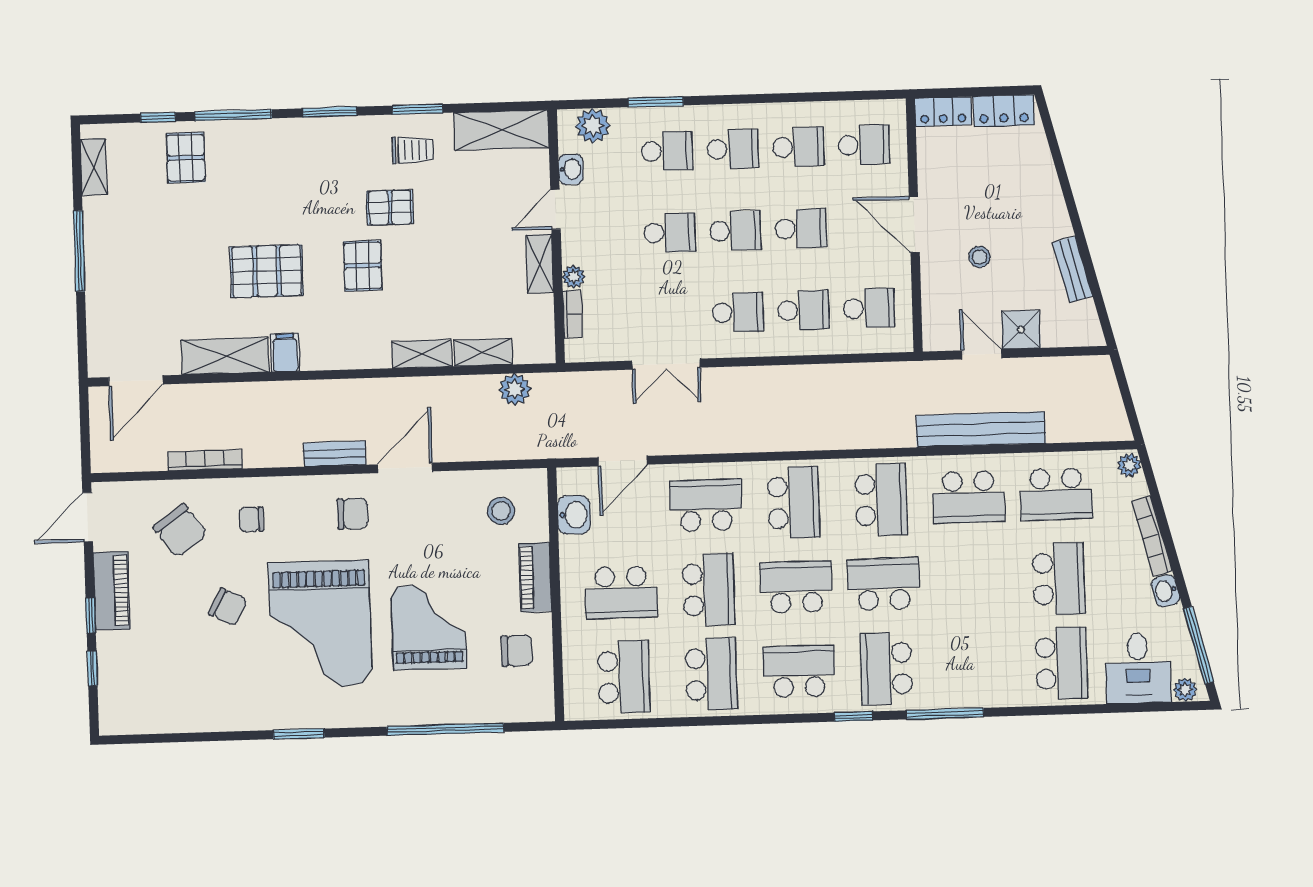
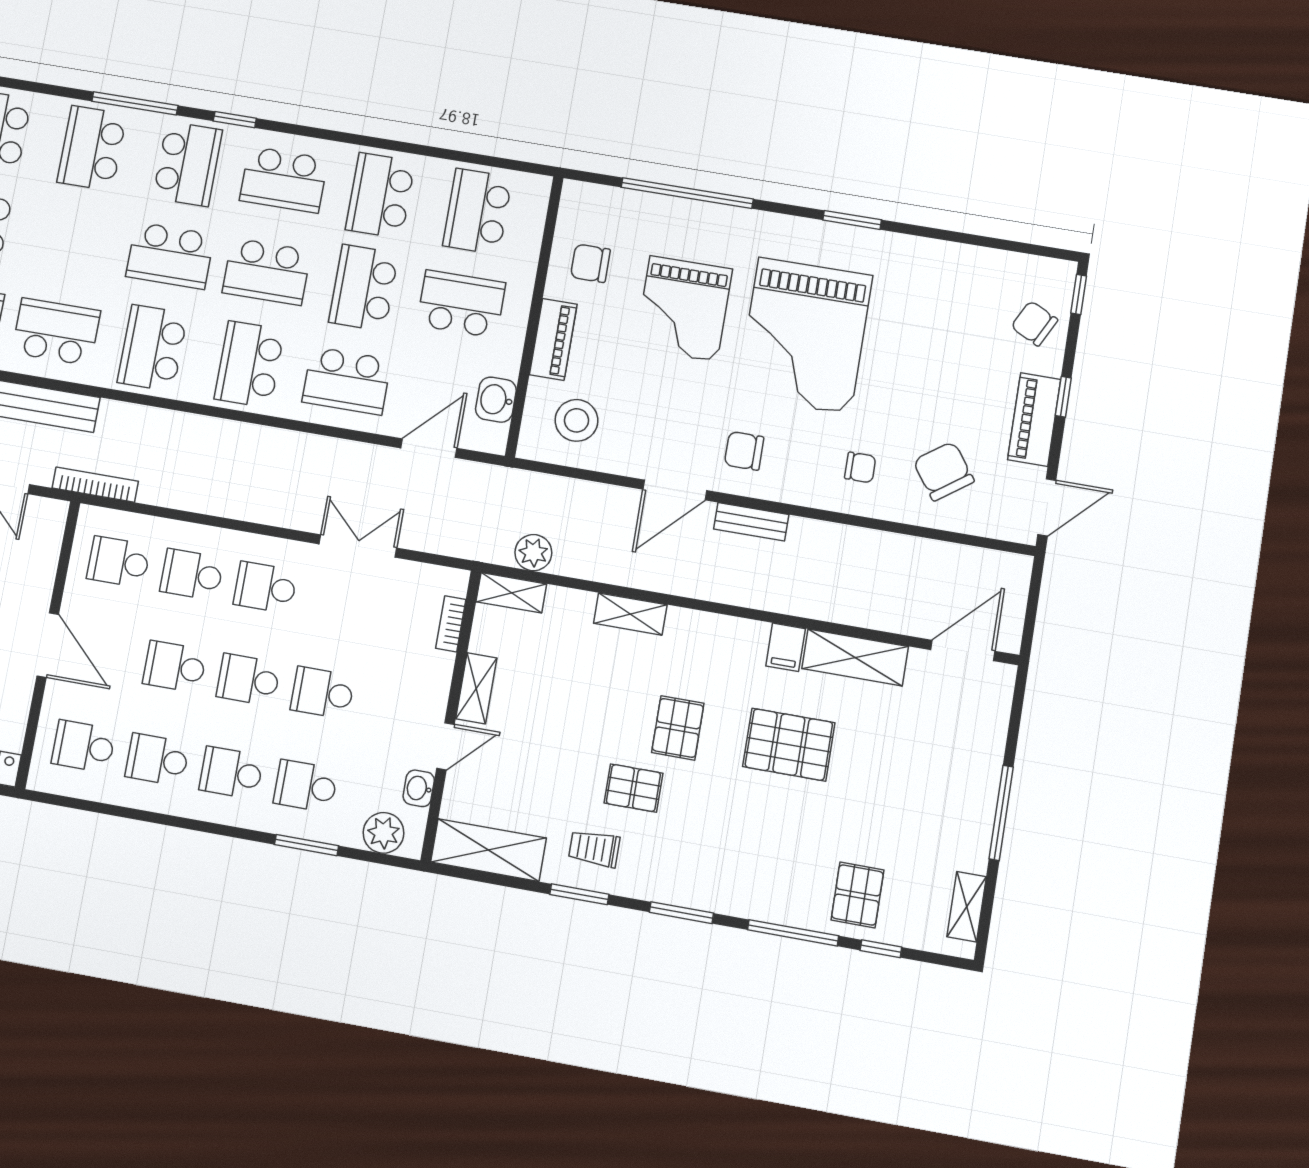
plant: (574, 277) -> (441, 666), removed
shelving: (483, 352) -> (511, 593), moved
bookcase: (205, 460) -> (95, 485), moved, turned 180
stool: (501, 511) -> (577, 420), width x1.38, depth x1.38
chair: (228, 607) -> (1034, 323), moved
grand piano: (320, 624) -> (805, 336), turned 180
school desk: (974, 666) -> (92, 148), added
window: (92, 669) -> (1079, 294), moved

